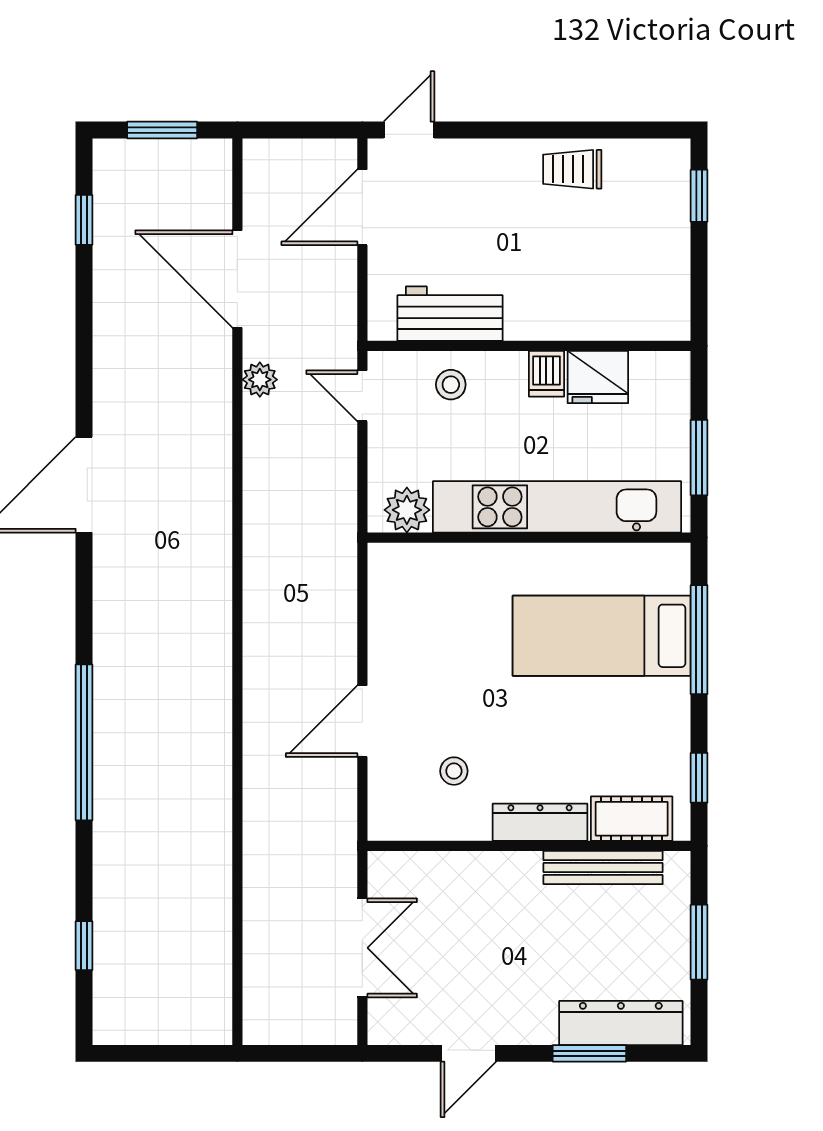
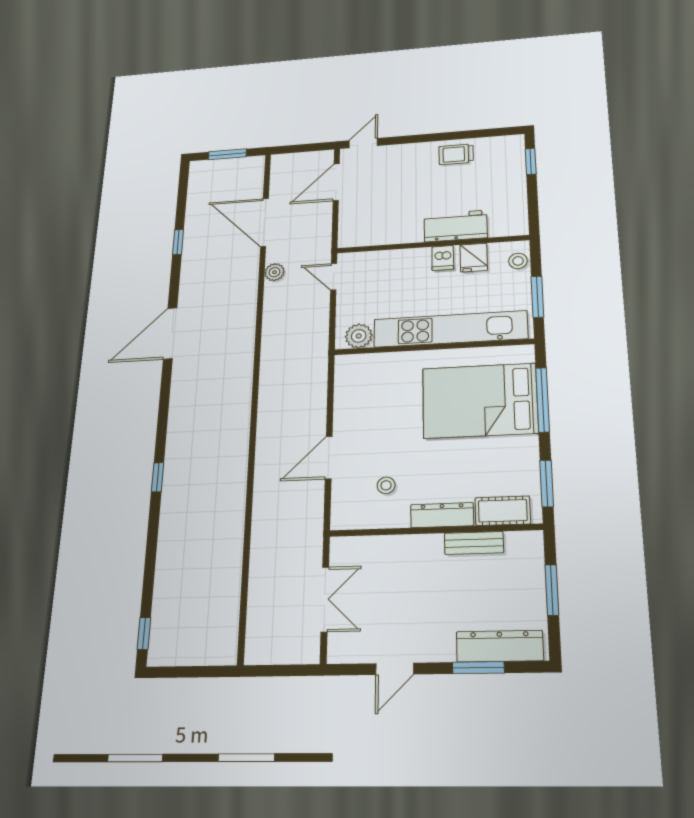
window: (84, 220) -> (178, 242), moved
workbench: (450, 314) -> (456, 226), moved
fridge: (598, 377) -> (474, 258), width x0.72
stool: (451, 385) -> (518, 261), moved
bed: (602, 636) -> (480, 401), width x1.50
window: (84, 742) -> (158, 477), width x0.32
window: (699, 778) -> (547, 483), width x1.50
bench: (603, 868) -> (474, 543), width x0.73
window: (84, 946) -> (144, 633), moved

